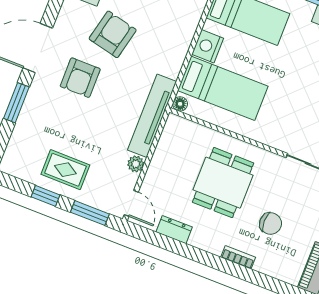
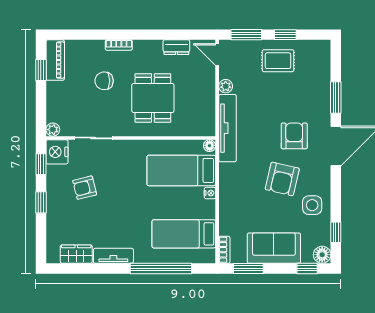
nightstand: (208, 46) -> (210, 193), width x0.53, depth x0.56

